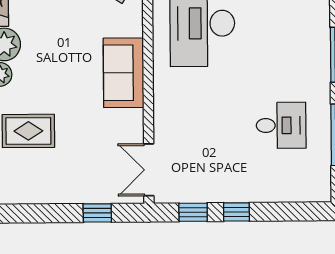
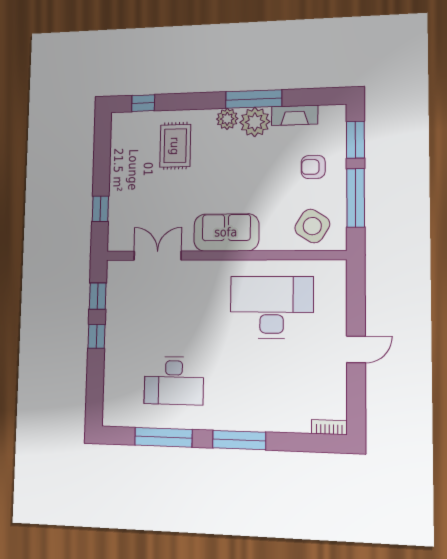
desk: (281, 125) -> (174, 381), width x1.37
double door: (149, 170) -> (158, 256), moved

